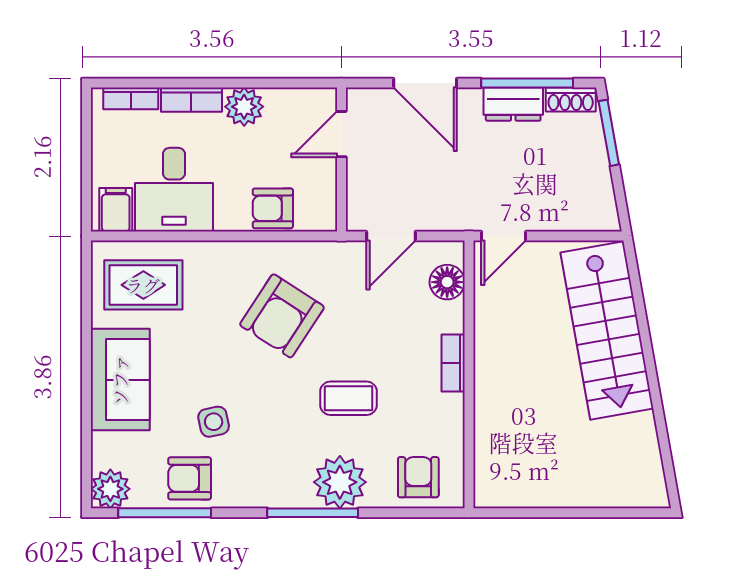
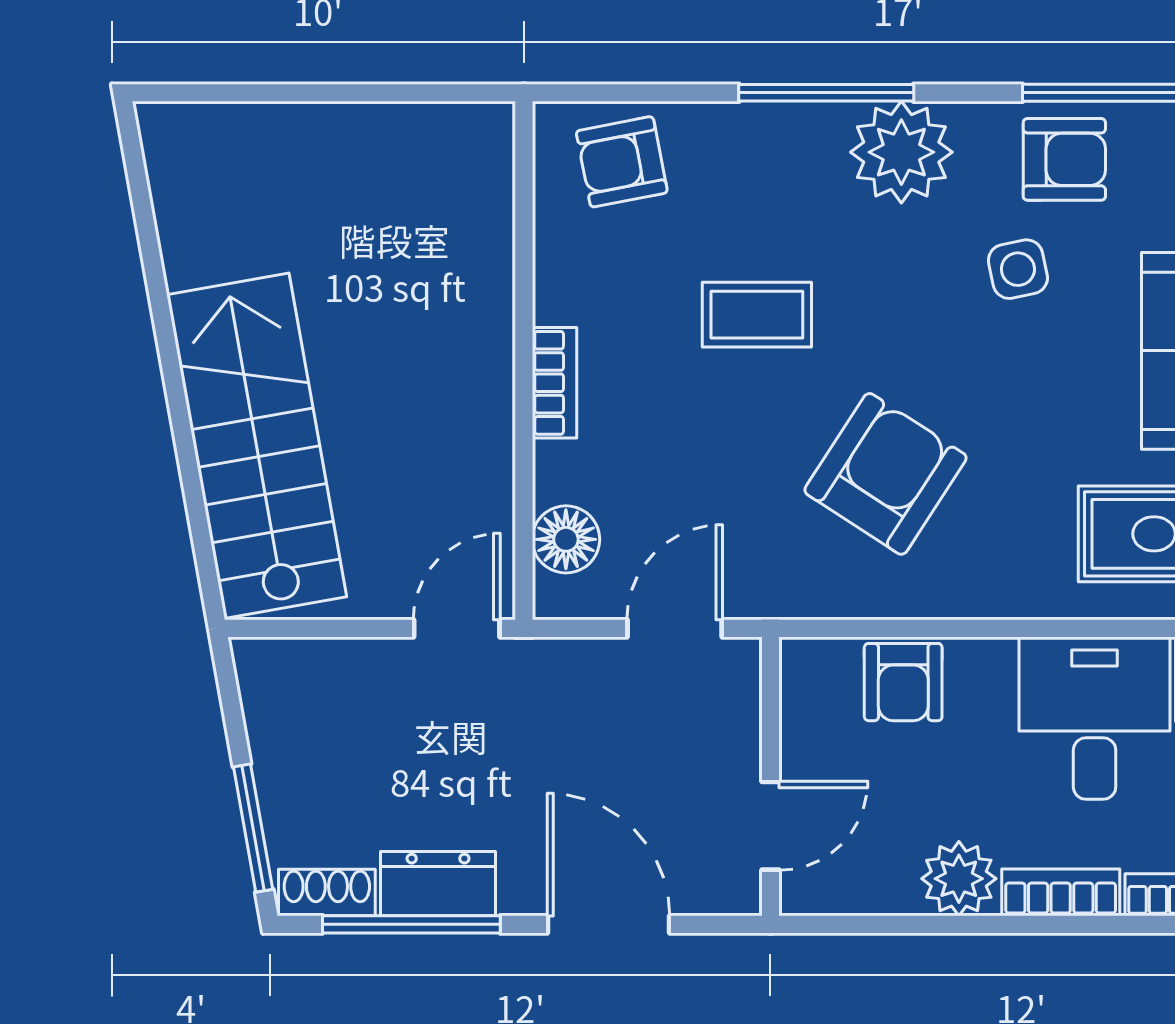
armchair: (273, 208) -> (903, 682), turned 90
armchair: (418, 477) -> (622, 162), turned 79
plant: (340, 482) -> (901, 152), moved

